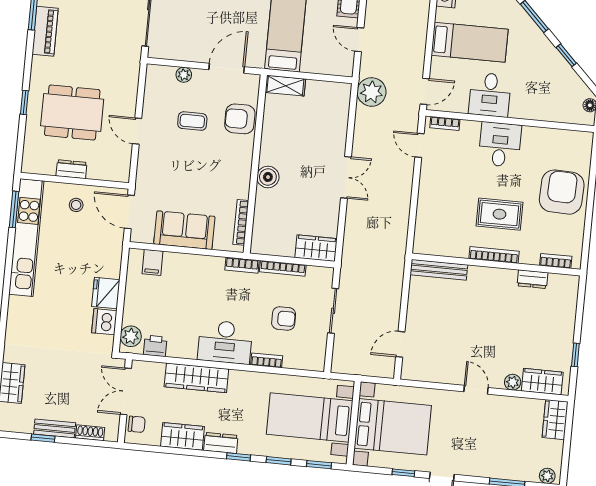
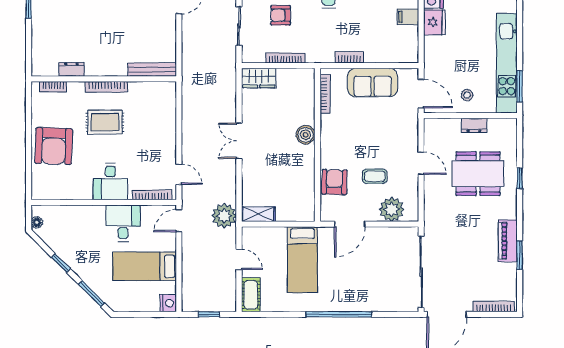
plant: (184, 75) -> (392, 209), width x1.88, depth x1.88
shelving: (285, 86) -> (258, 214), moved
armchair: (240, 119) -> (334, 182), turned -88
bookcase: (445, 123) -> (152, 195), width x1.56
filing cabinet: (152, 262) -> (408, 17), moved, turned -90
bookcase: (242, 265) -> (349, 57), moved

